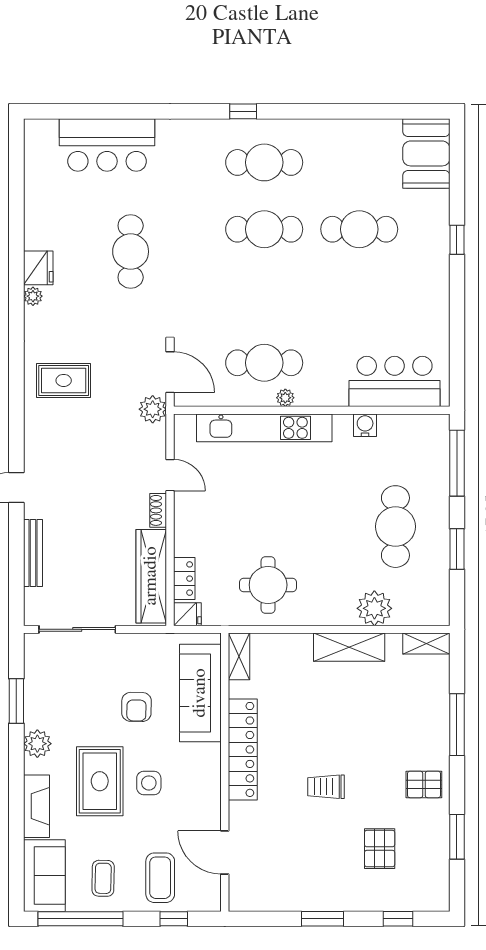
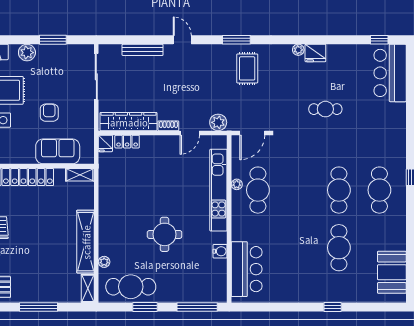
bar counter: (107, 145) -> (390, 73), moved
booth: (426, 153) -> (392, 272), moved, turned 90
window: (16, 163) -> (379, 40), added
cafe table: (131, 252) -> (325, 109), width x0.73, depth x0.74
window: (16, 398) -> (236, 40), added
plant: (285, 398) -> (237, 184), moved
plant: (153, 409) -> (218, 122), moved
cafe table: (395, 527) -> (131, 287), moved
round table: (268, 585) -> (165, 234), moved
plant: (374, 608) -> (104, 262), width x0.53, depth x0.53
shelving: (349, 647) -> (86, 242), width x1.47
sofa: (200, 693) -> (58, 151), width x0.73
armchair: (136, 707) -> (49, 113), turned 89

